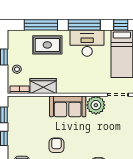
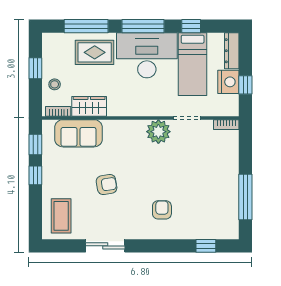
desk: (87, 43) -> (147, 55), width x1.36, depth x1.30
sofa: (68, 106) -> (79, 133), moved
armchair: (56, 145) -> (107, 184), turned 81

